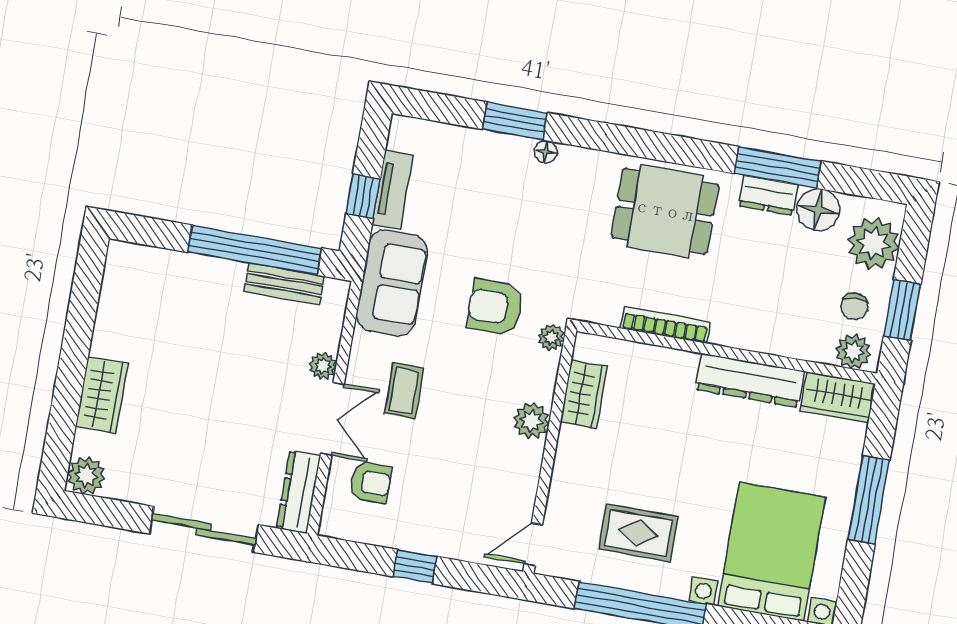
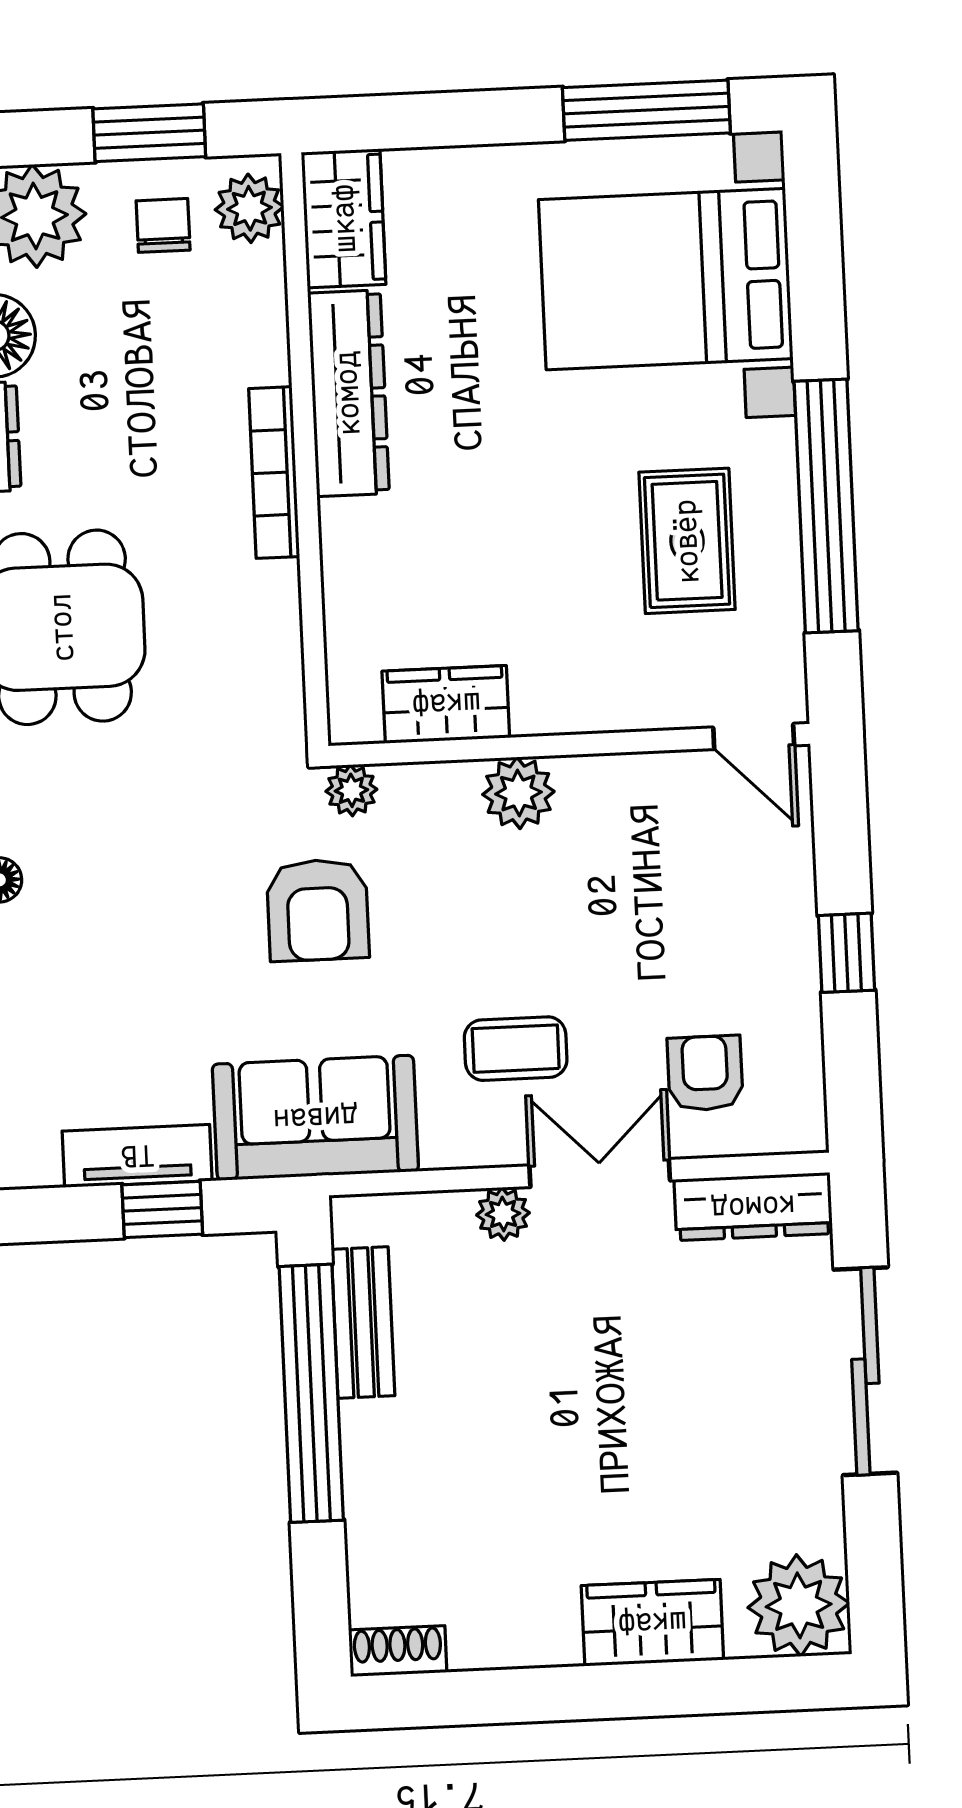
shoe rack: (116, 264) -> (398, 1651), added
chair: (854, 306) -> (163, 225), turned -90
bookcase: (665, 325) -> (274, 473), moved
plant: (86, 475) -> (799, 1605), width x1.36, depth x1.36
window: (869, 500) -> (646, 110), moved

